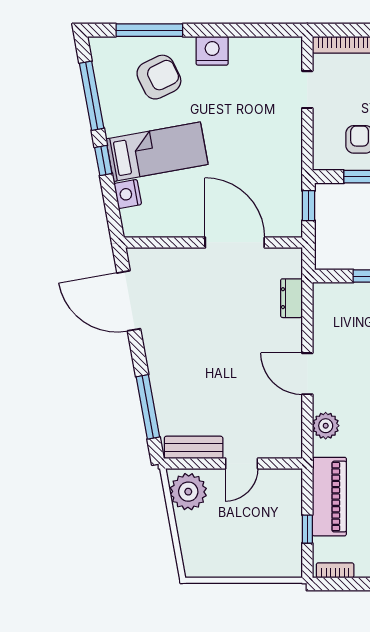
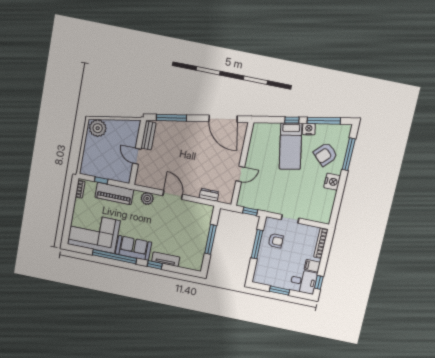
armchair: (159, 77) -> (325, 154), turned 70
doorway: (307, 90) -> (290, 219), moved
nightstand: (128, 194) -> (309, 129), moved
door: (235, 242) -> (240, 174), width x0.53
door: (129, 301) -> (223, 119), swing flipped
door: (307, 374) -> (173, 195), hinge flipped
plant: (188, 492) -> (98, 128), moved

